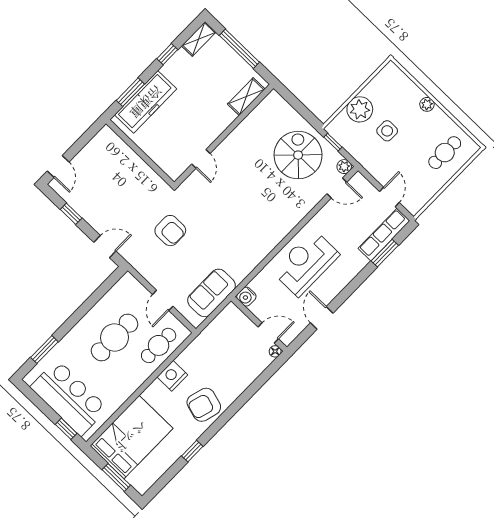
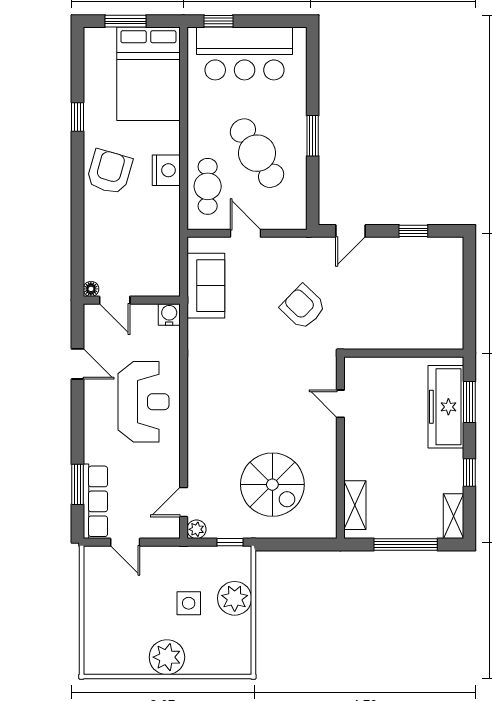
plant: (427, 104) -> (167, 657), width x1.87, depth x1.87
cafe table: (445, 153) -> (114, 636), removed
spiral stairs: (298, 155) -> (272, 485), moved
door: (58, 166) -> (469, 264), removed
armchair: (170, 231) -> (303, 307), turned 44
door: (268, 333) -> (115, 300), hinge flipped
cafe table: (115, 337) -> (257, 153), turned -32
window: (44, 350) -> (313, 136), moved

